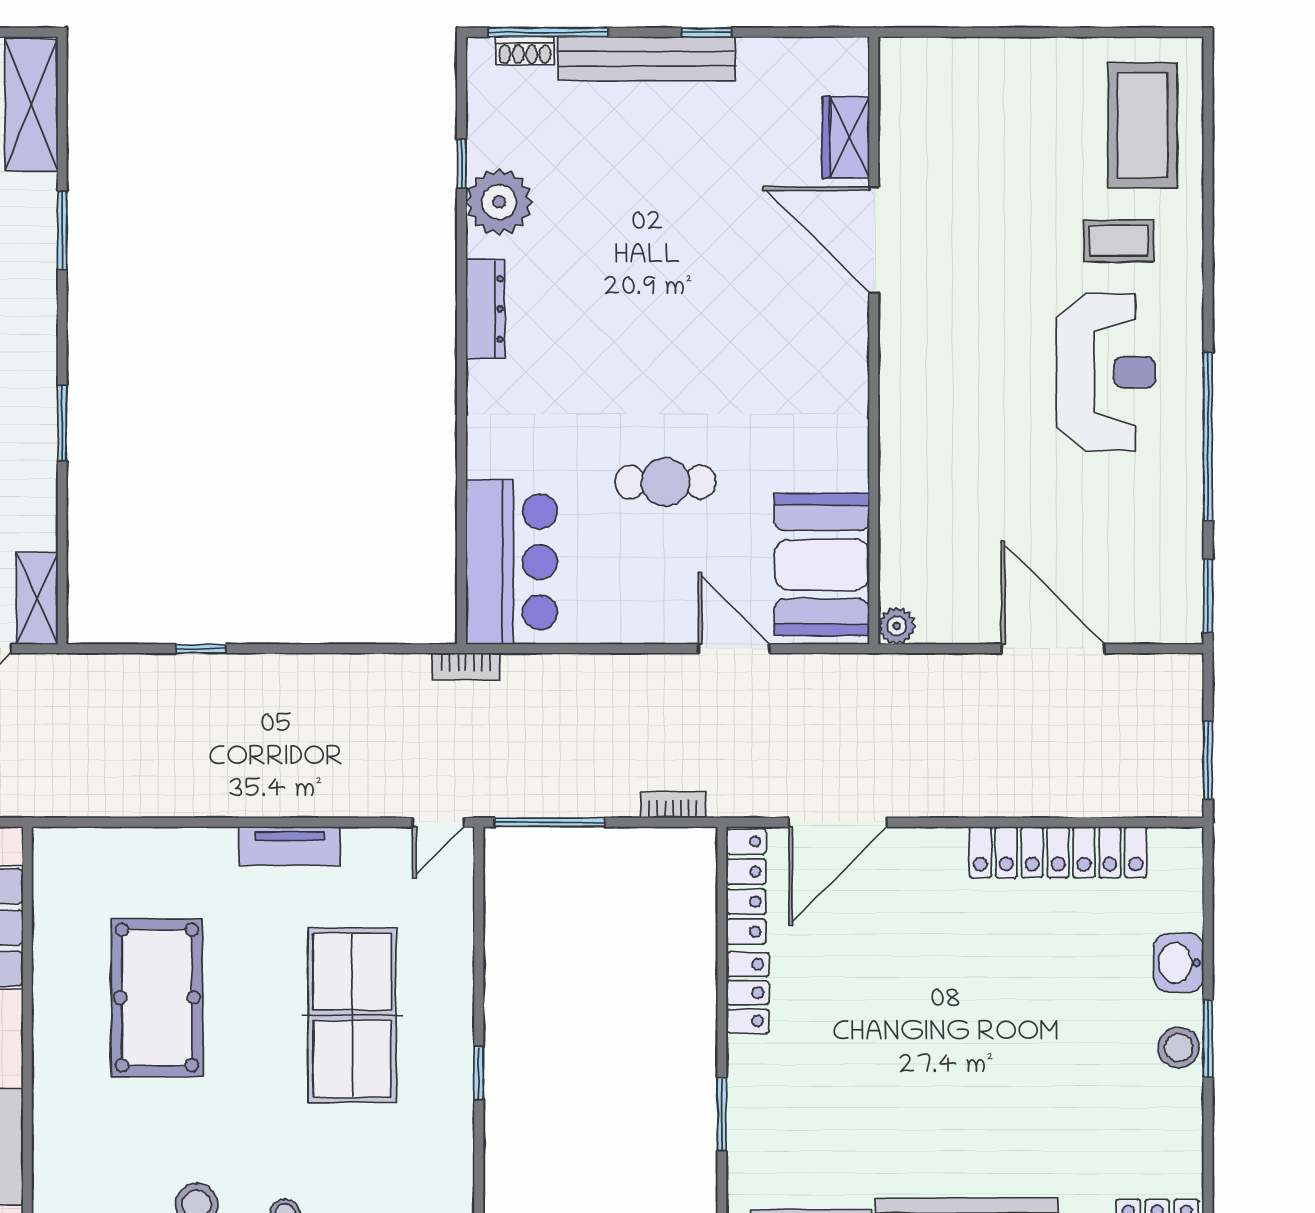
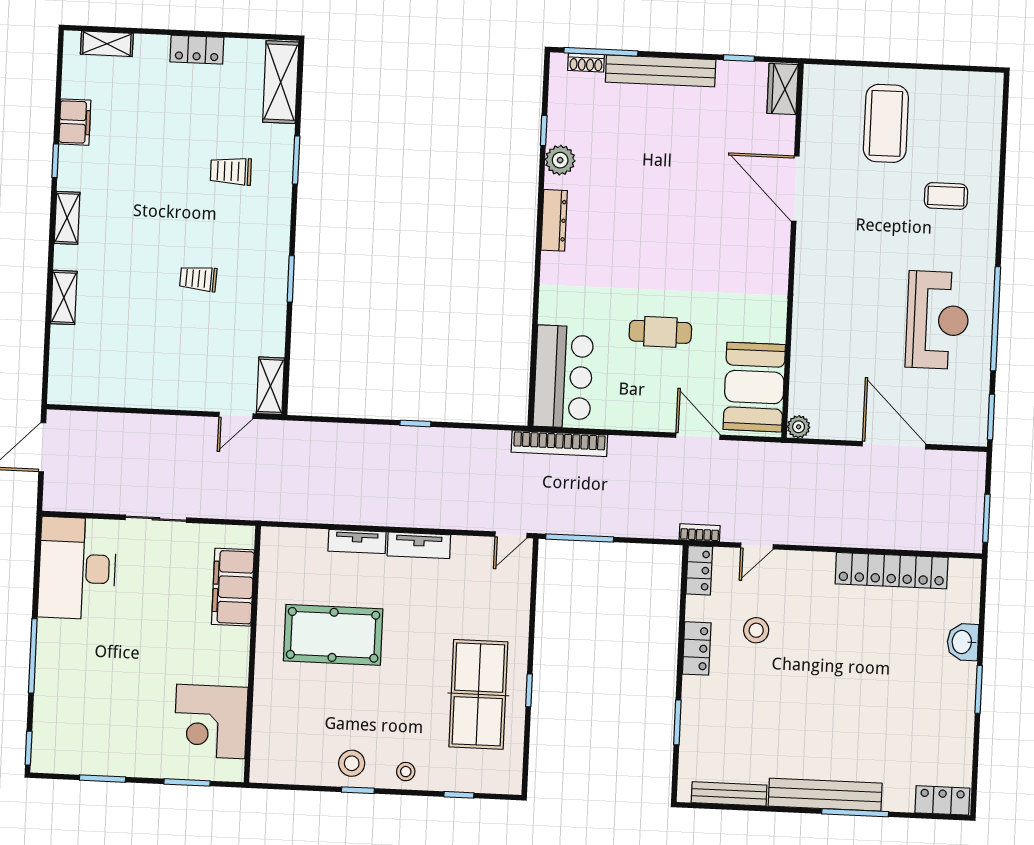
window: (707, 32) -> (739, 58), moved
coffee table: (1143, 125) -> (886, 123), moved
wardrobe: (846, 137) -> (783, 89), moved
plant: (499, 202) -> (560, 160), width x0.73, depth x0.73
reception desk: (1106, 372) -> (937, 320), moved
window: (201, 649) -> (415, 423), moved
bookcase: (466, 666) -> (559, 444), width x2.31, depth x1.31
bookcase: (673, 805) -> (700, 533), moved
door: (838, 822) -> (757, 546), width x0.53
tv unit: (189, 844) -> (357, 541), added
locker: (746, 887) -> (699, 570), width x0.66
pool table: (157, 997) -> (333, 635), turned 90
table tennis table: (352, 1015) -> (478, 694), moved
stool: (1179, 1048) -> (756, 630), moved

